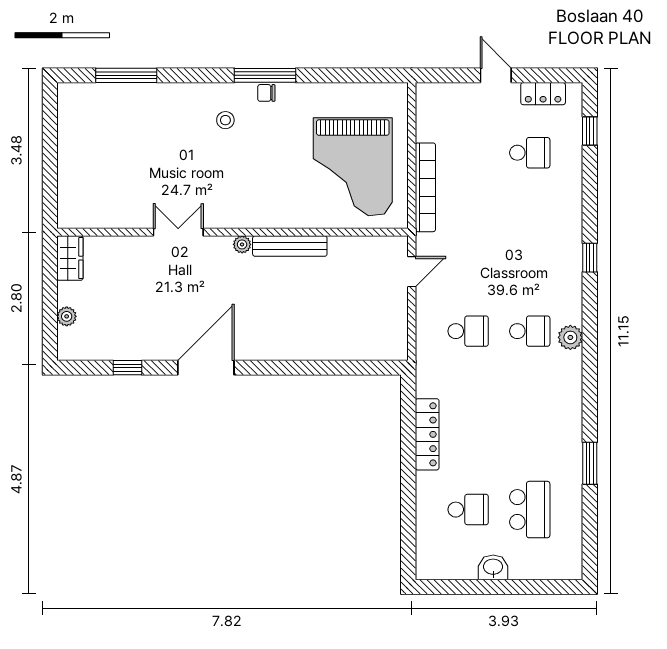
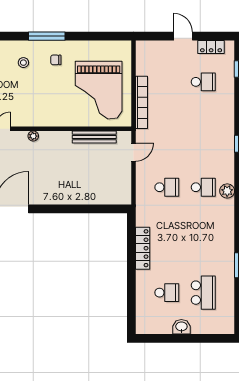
chair: (266, 93) -> (56, 60), moved
bench: (290, 246) -> (94, 137), moved

